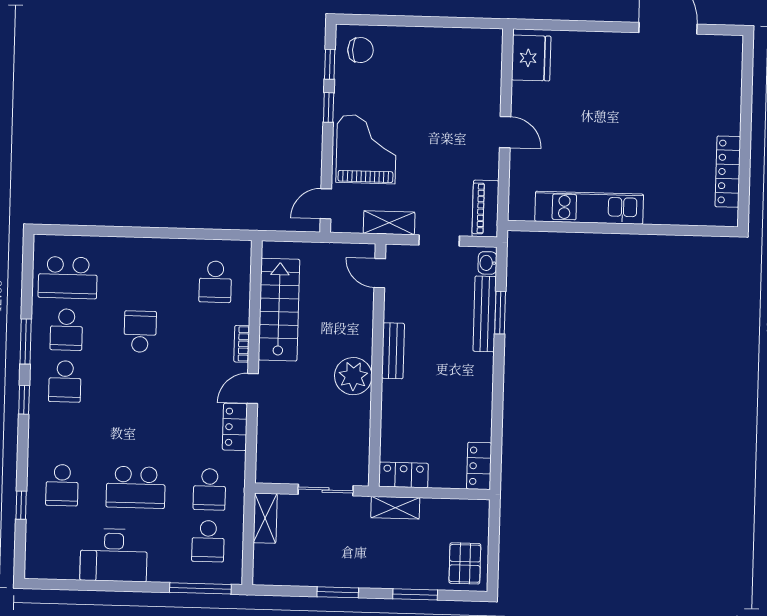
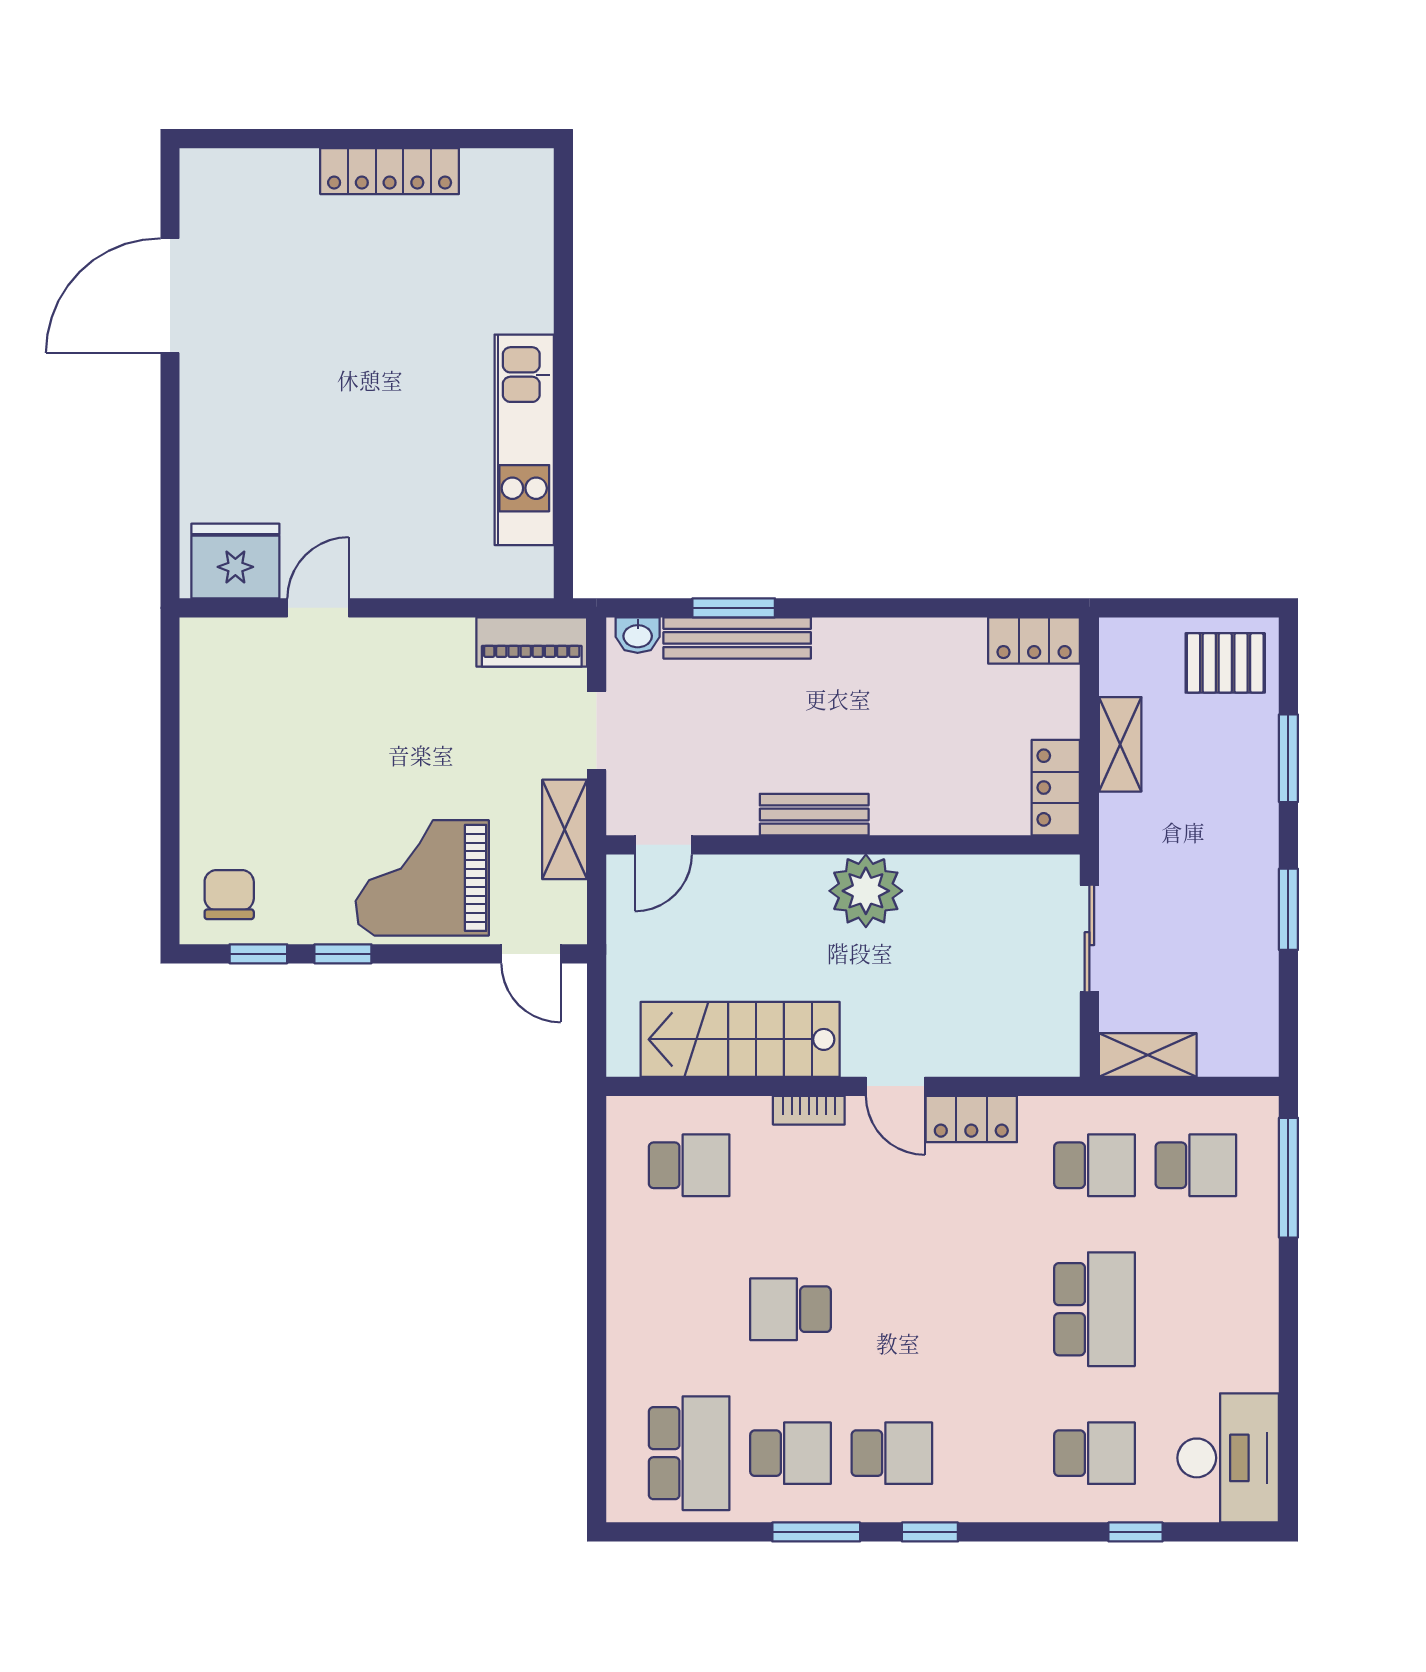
door: (505, 132) -> (318, 608), moved
locker: (728, 172) -> (390, 171), moved
shelving: (395, 508) -> (1120, 744), moved
desk: (114, 555) -> (1228, 1458), moved

